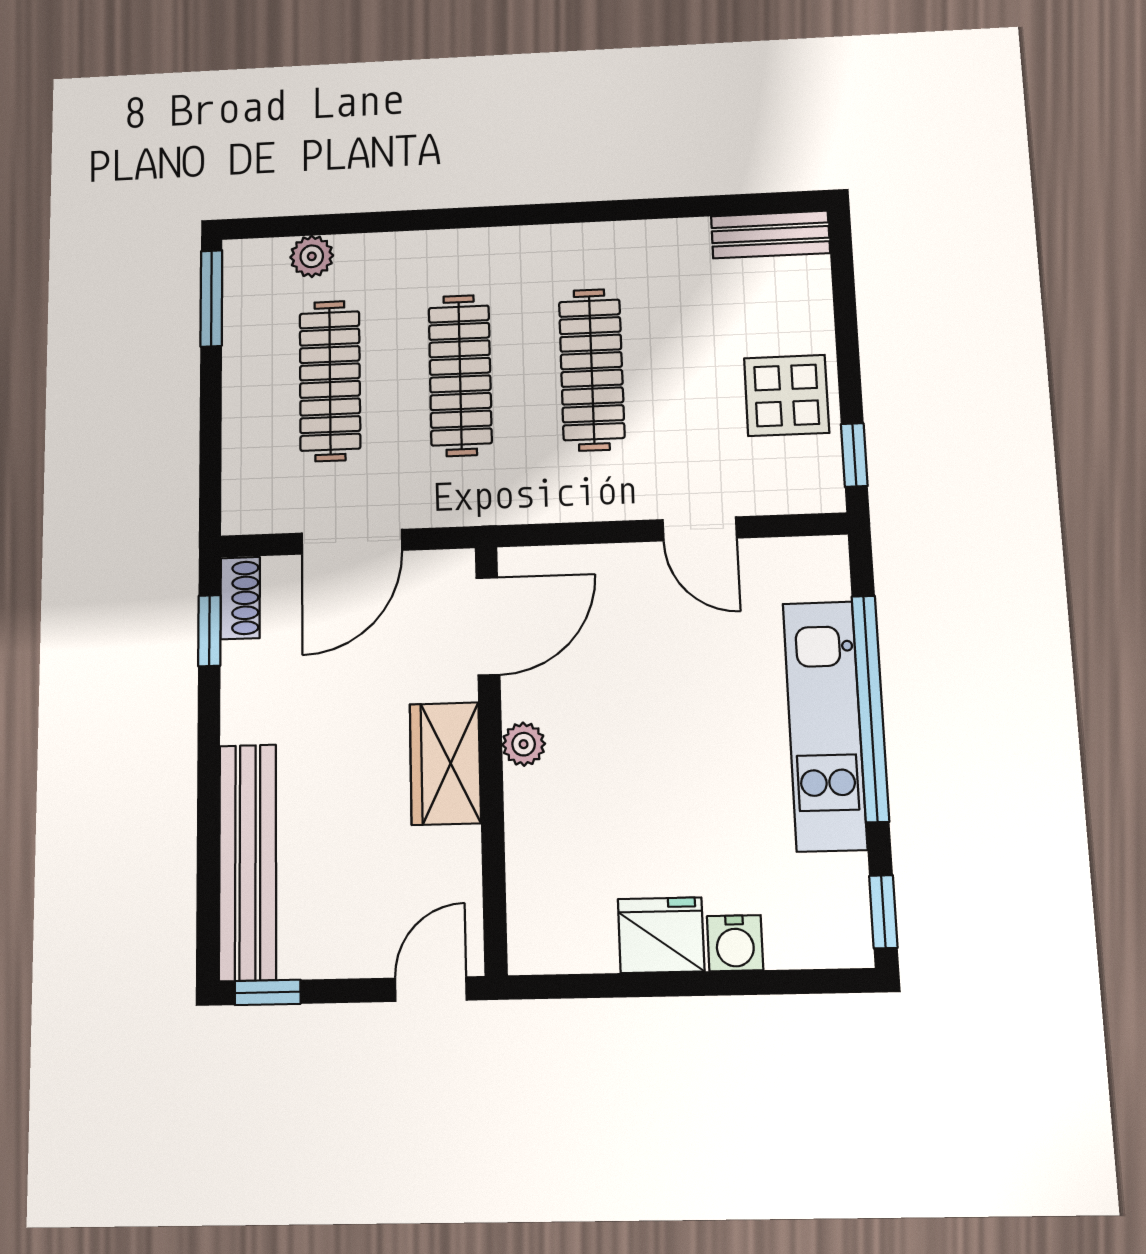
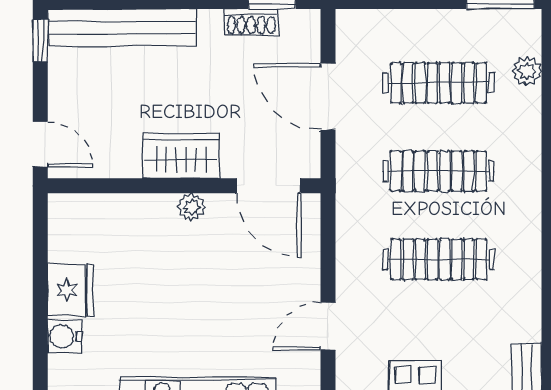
shoe rack: (240, 598) -> (251, 22), moved

